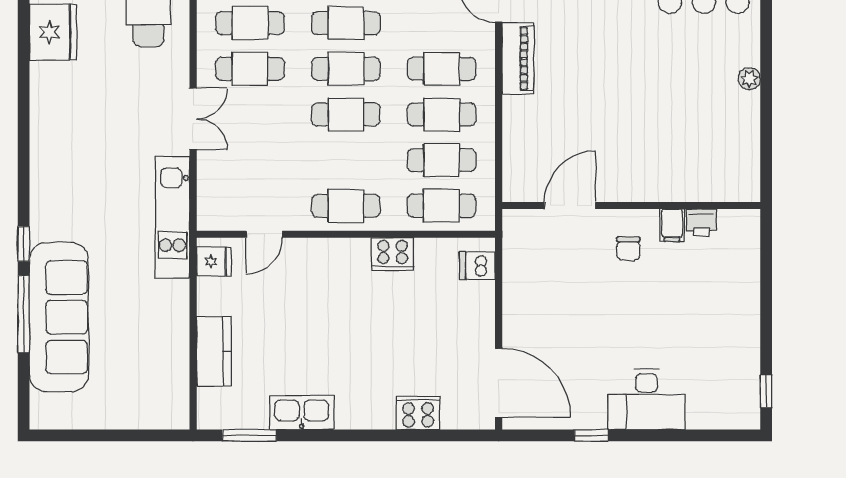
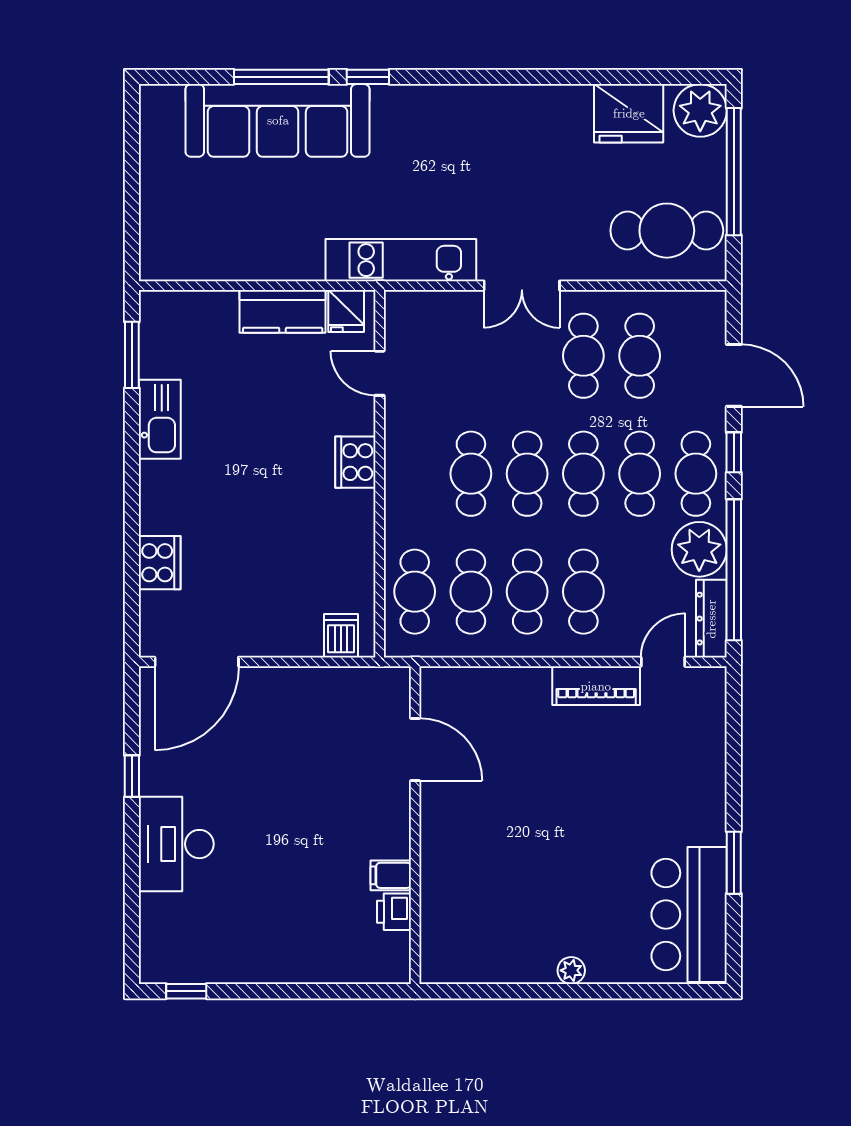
cafe table: (346, 206) -> (471, 474), moved
chair: (628, 248) -> (362, 822), removed
cooker: (393, 254) -> (355, 462), moved
kitchen counter: (214, 351) -> (283, 311), moved

